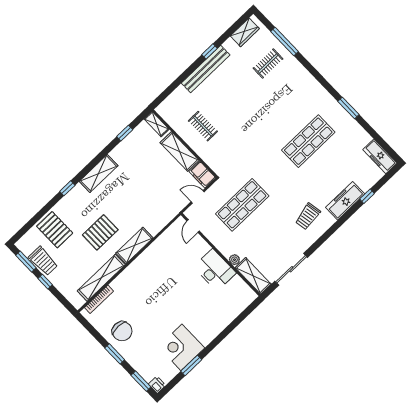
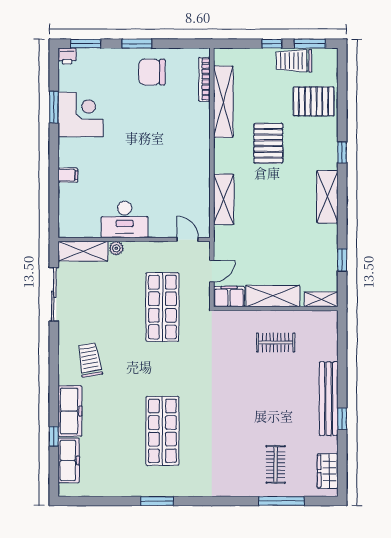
freezer: (380, 156) -> (69, 460), moved, turned 90
shelving: (134, 245) -> (224, 199), moved
filing cabinet: (220, 323) -> (68, 175), added

